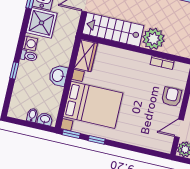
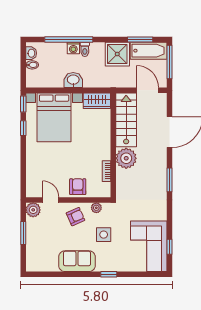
washing machine: (30, 43) -> (73, 48), moved
window: (14, 70) -> (69, 39), width x3.17
armchair: (172, 97) -> (78, 187), turned -90
washbasin: (45, 119) -> (31, 53), moved

